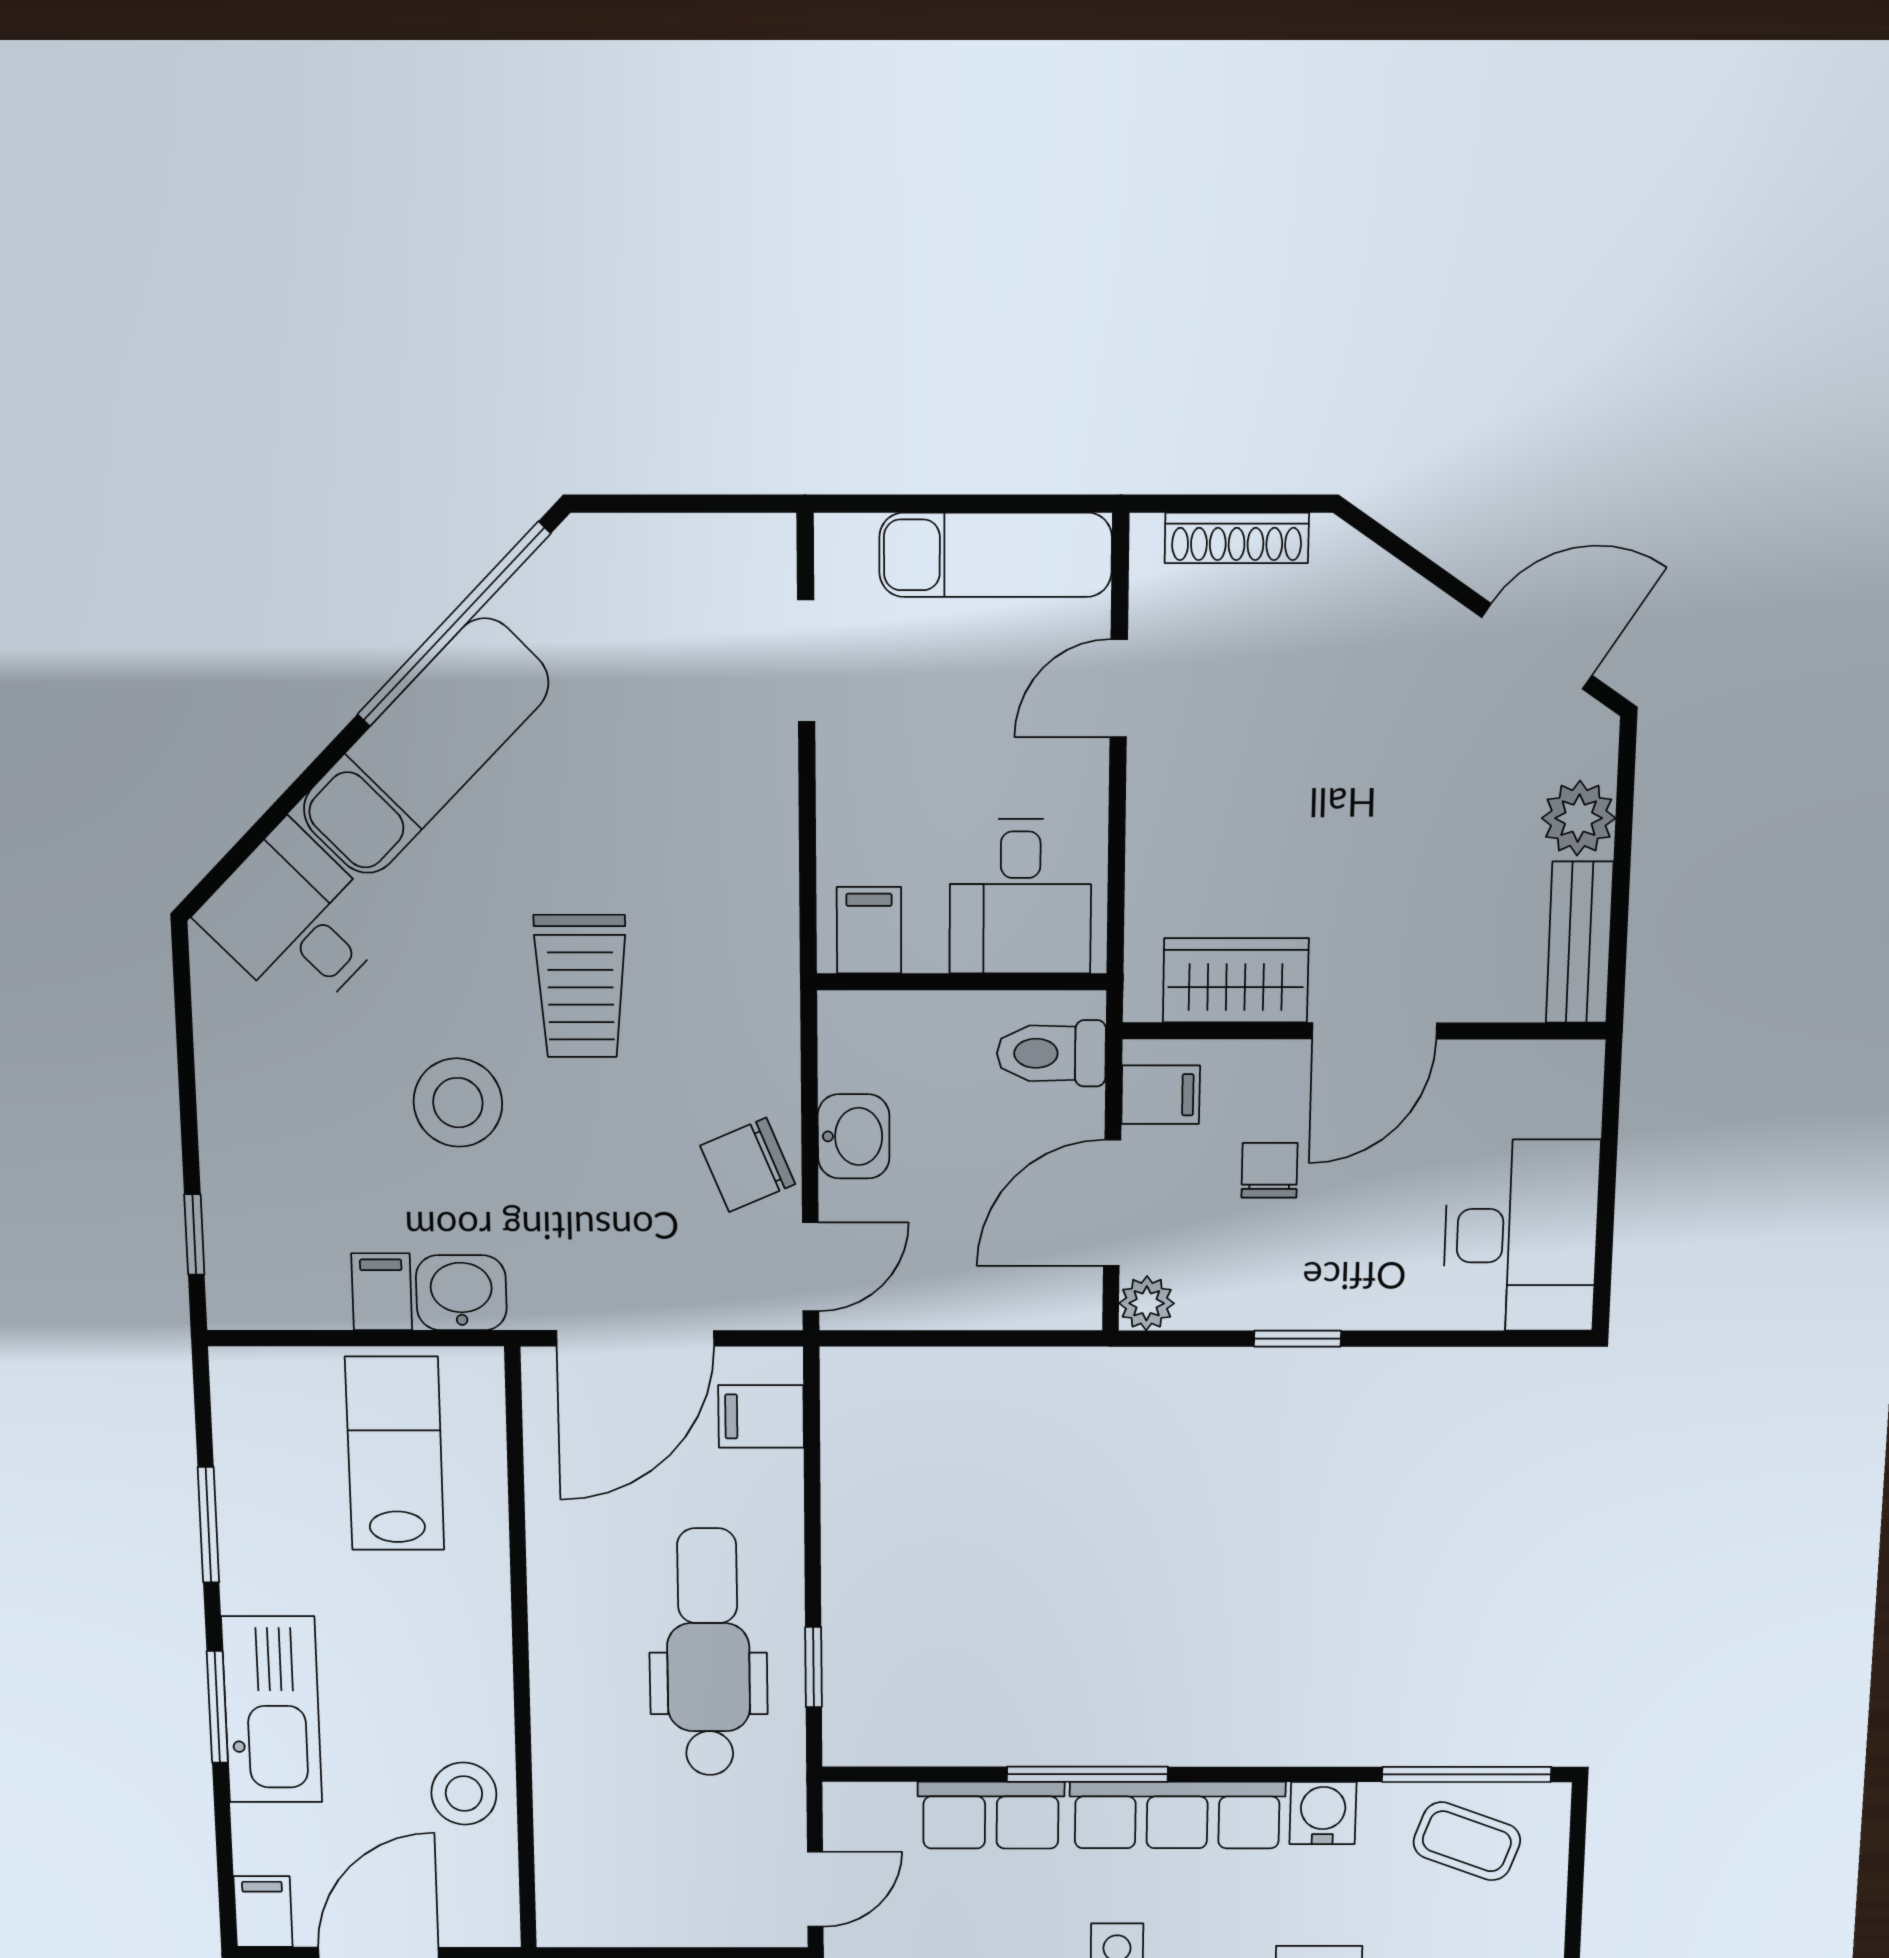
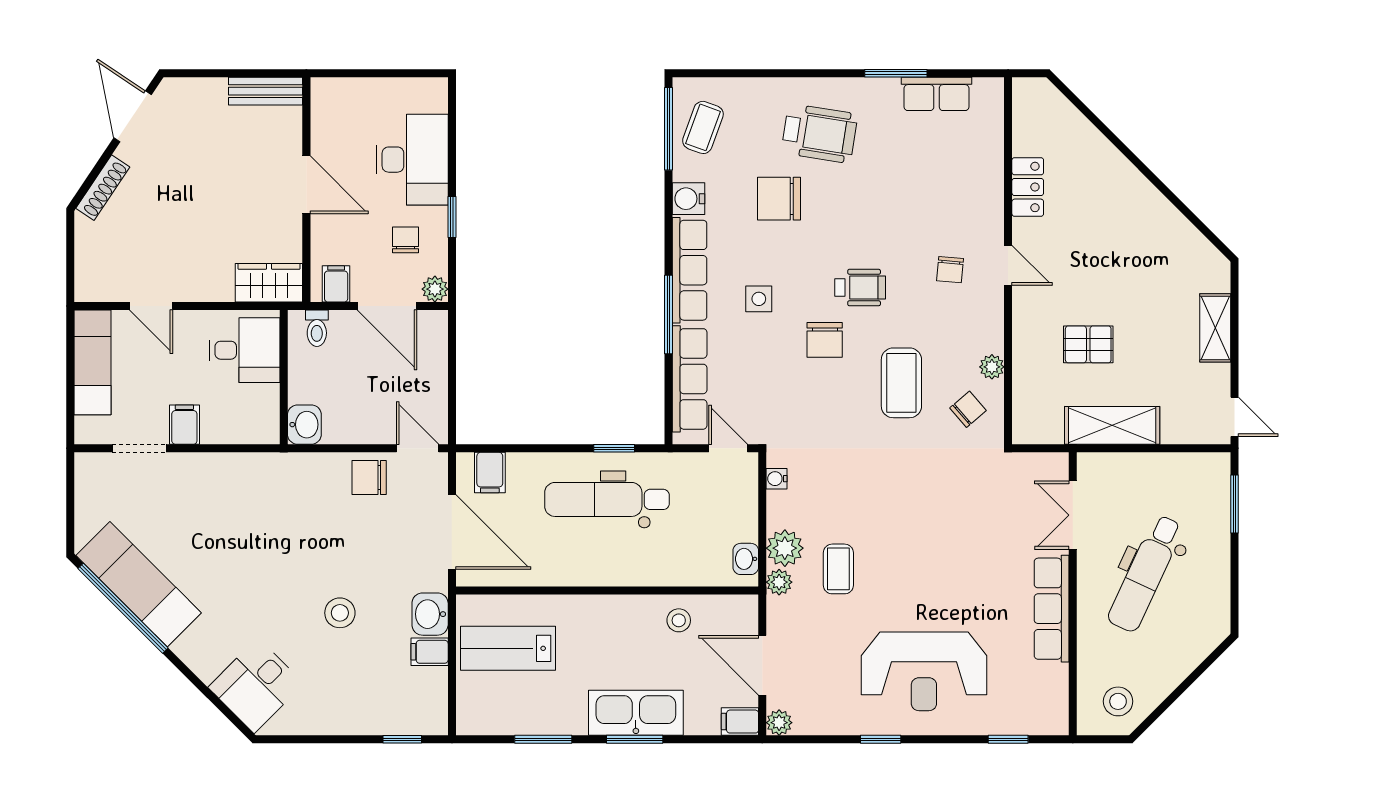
shoe rack: (1237, 538) -> (103, 188), moved, turned 34
exam couch: (426, 747) -> (139, 584), moved
plant: (1579, 818) -> (209, 94), removed
filing cabinet: (869, 930) -> (184, 425), moved, turned 90
wardrobe: (1236, 980) -> (269, 283), moved, turned 90
trolley: (581, 986) -> (286, 554), removed
toilet: (1051, 1053) -> (317, 328), width x0.73, depth x0.72
stool: (458, 1103) -> (340, 613), width x0.73, depth x0.73
washbasin: (854, 1136) -> (304, 425), moved, turned 90
chair: (748, 1165) -> (369, 477), turned 113
chair: (1270, 1170) -> (405, 240), moved, turned 90
desk: (1521, 1236) -> (412, 160), moved, turned 90
stool: (464, 1794) -> (679, 620), width x0.73, depth x0.73
row of seats: (991, 1815) -> (690, 379), width x1.48
washbasin: (592, 1923) -> (746, 559), added

